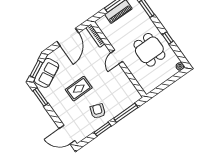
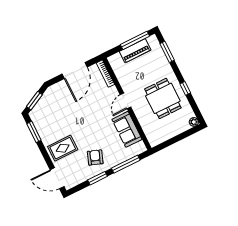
sofa: (47, 73) -> (127, 129), moved, turned 117
rug: (79, 89) -> (63, 148), moved

